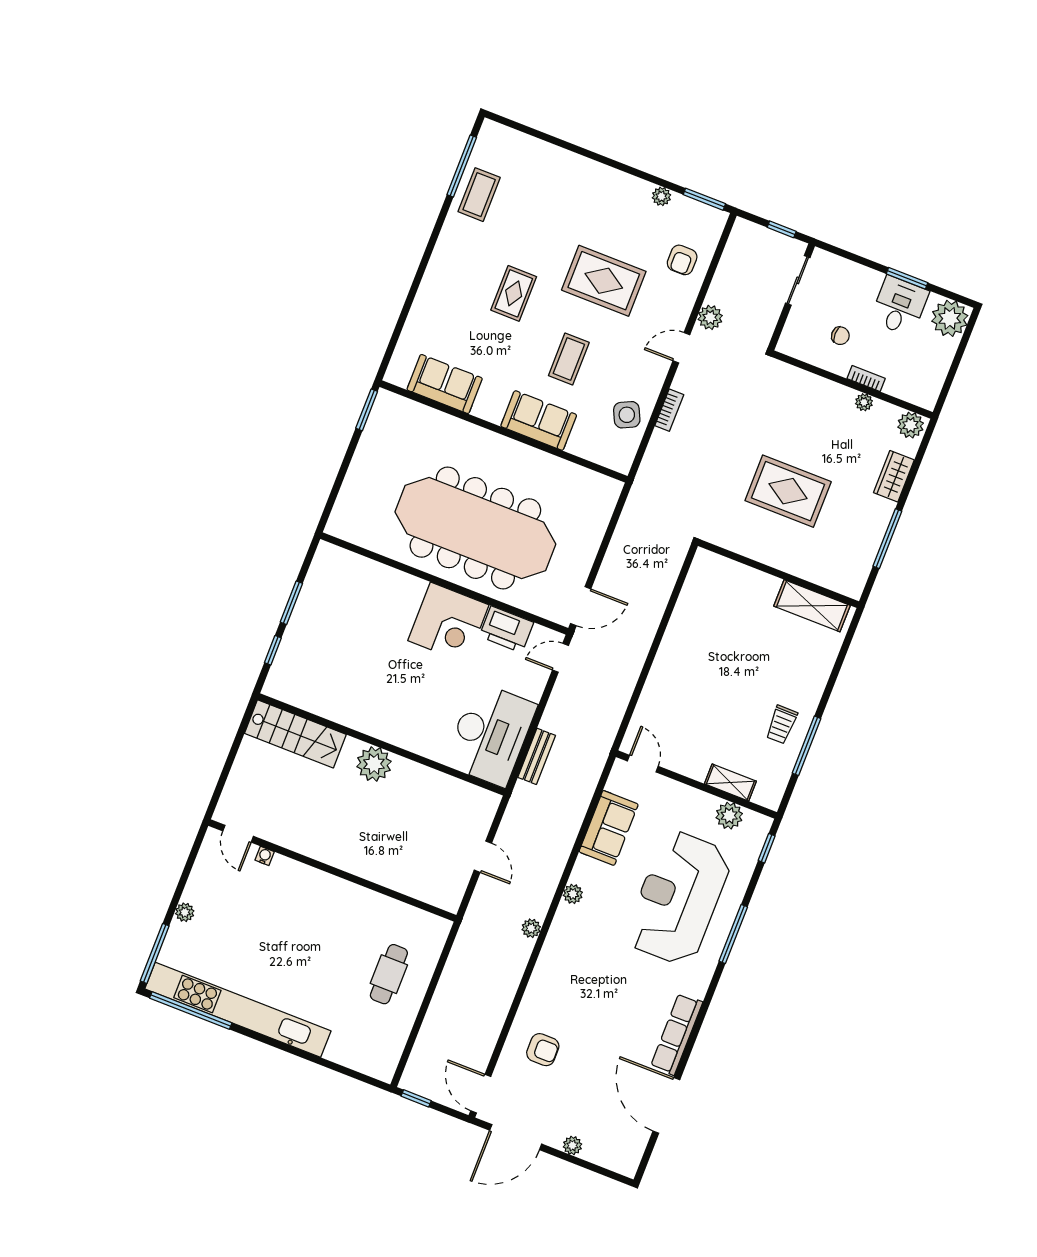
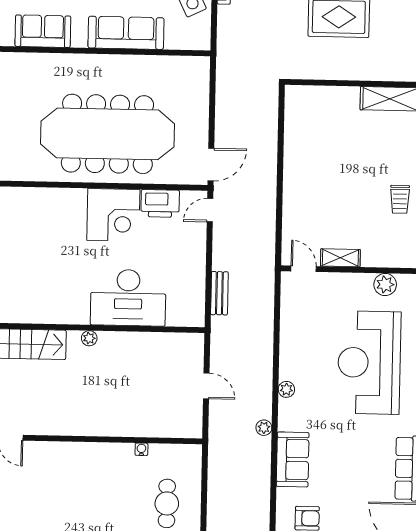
sofa: (539, 421) -> (126, 33), width x1.36
desk: (490, 734) -> (128, 298), moved, turned 90
plant: (374, 764) -> (89, 338), width x0.53, depth x0.53
shelving: (730, 783) -> (340, 258), moved
sofa: (609, 828) -> (293, 459), moved
water cooler: (265, 856) -> (141, 449), moved

